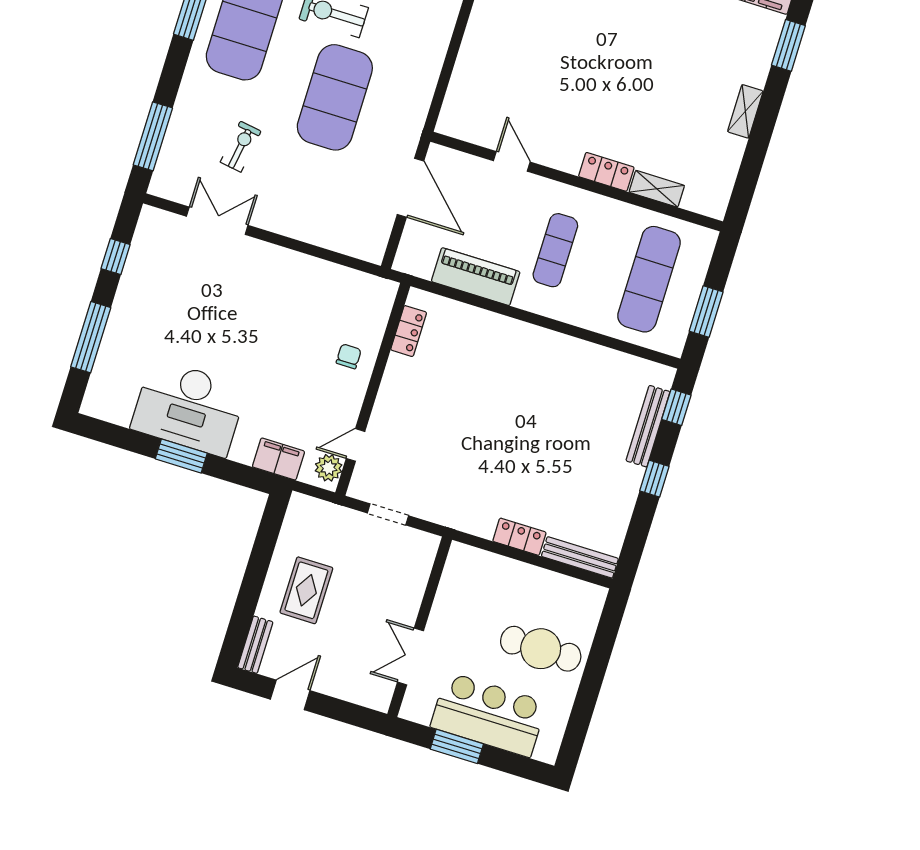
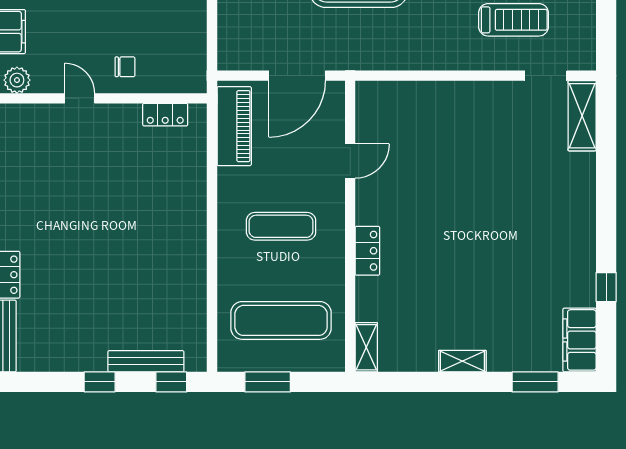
shelving: (657, 189) -> (366, 347), moved
piano: (476, 277) -> (234, 126), moved
door: (356, 445) -> (80, 98), moved

